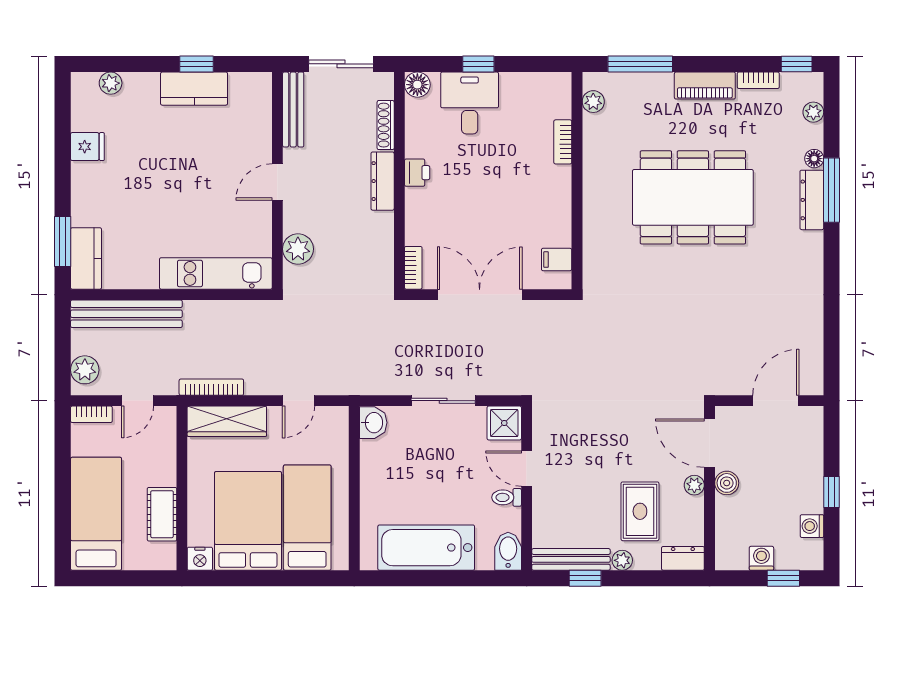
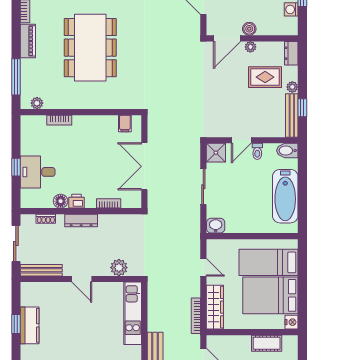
floor lamp: (417, 85) -> (61, 201), moved
shoe rack: (386, 125) -> (46, 219), width x0.70
bookcase: (413, 268) -> (109, 203), moved

